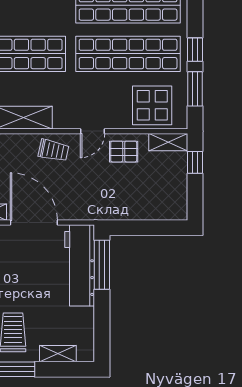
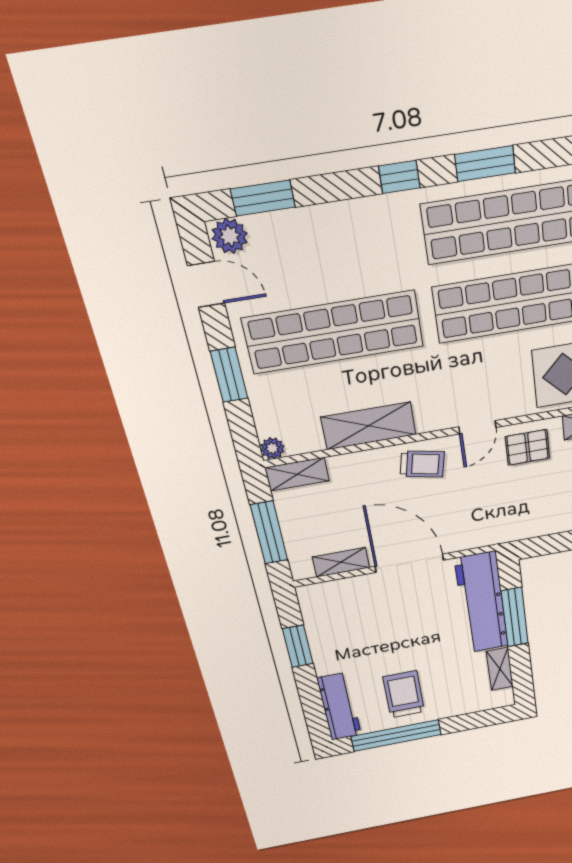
window: (102, 265) -> (515, 617), moved
shelving: (58, 354) -> (500, 669), moved, turned 90

